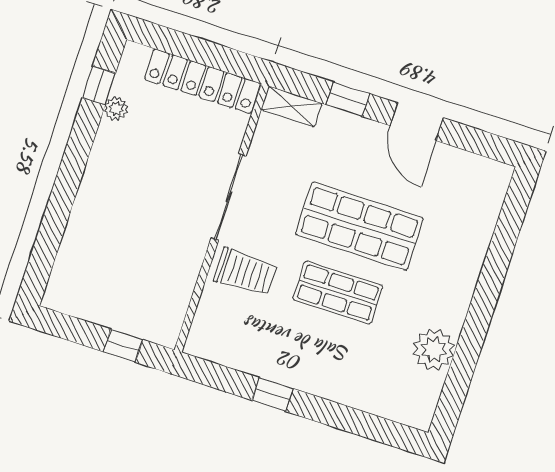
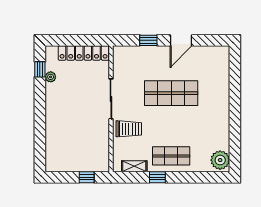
shelving: (291, 107) -> (134, 166), moved
door: (417, 122) -> (181, 40), hinge flipped
shop shelf: (338, 293) -> (171, 156), moved
plant: (434, 350) -> (220, 160), moved

